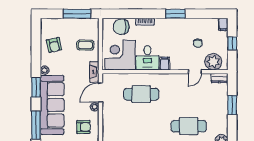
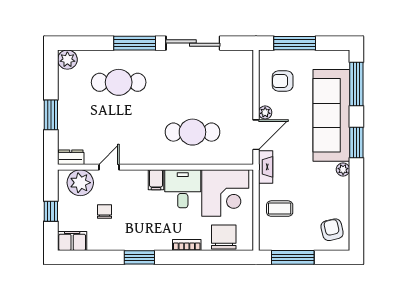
filing cabinet: (223, 24) -> (72, 241), width x2.00
chair: (121, 27) -> (224, 237), turned -90
armchair: (54, 45) -> (332, 230), moved

